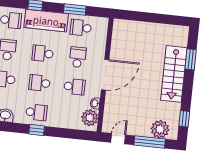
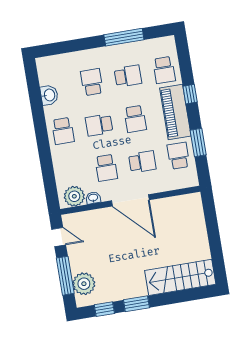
school desk: (43, 53) -> (135, 119), turned 180
window: (191, 59) -> (136, 304), moved
stairs: (174, 74) -> (180, 277), moved
school desk: (40, 83) -> (99, 125), turned -90
window: (37, 130) -> (42, 137), removed

